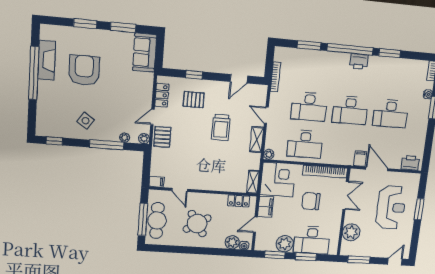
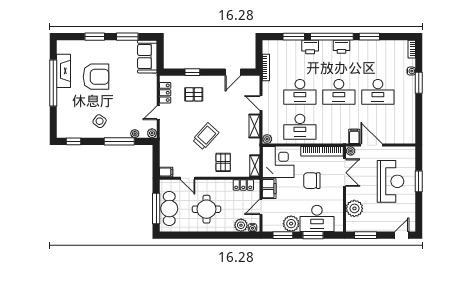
armchair: (84, 70) -> (96, 77), turned 90
trolley: (221, 128) -> (206, 136), moved, turned -138
pallet: (162, 137) -> (223, 162), moved
printer: (410, 163) -> (310, 47), moved, turned 180
plant: (355, 173) -> (351, 151), added
round table: (197, 224) -> (206, 209), turned 32

